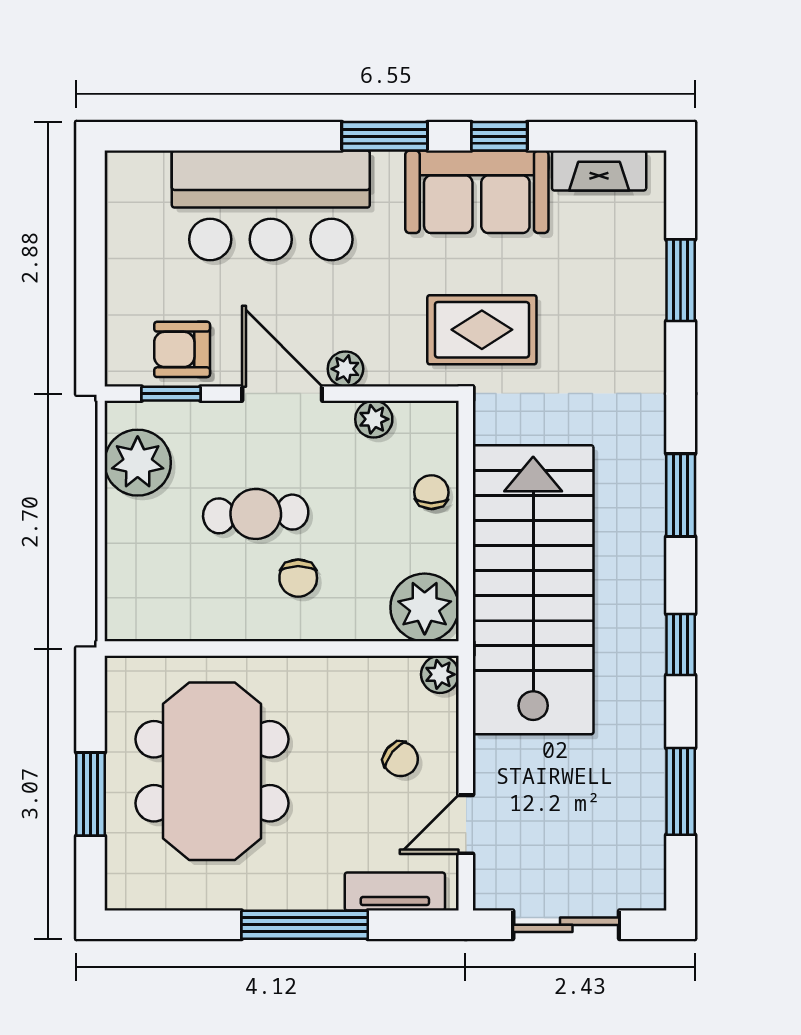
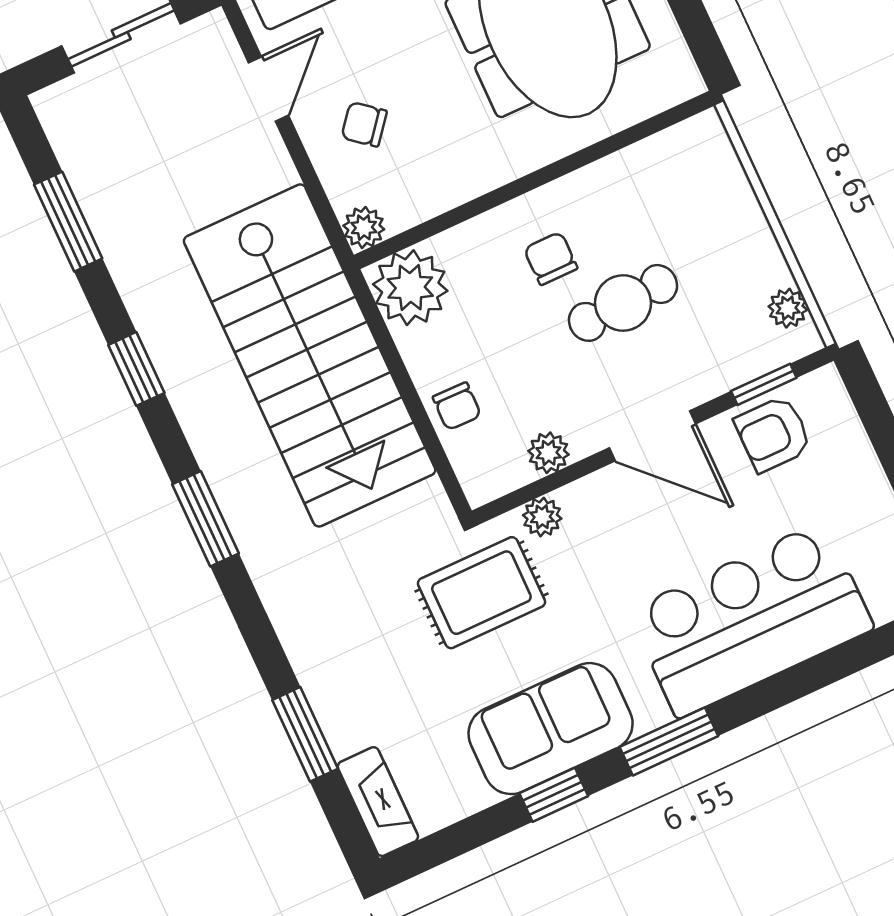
fireplace: (599, 171) -> (378, 802), moved, turned 90
armchair: (182, 349) -> (773, 434), turned 180
plant: (345, 369) -> (542, 517), moved
plant: (138, 463) -> (788, 308), width x0.53, depth x0.53

